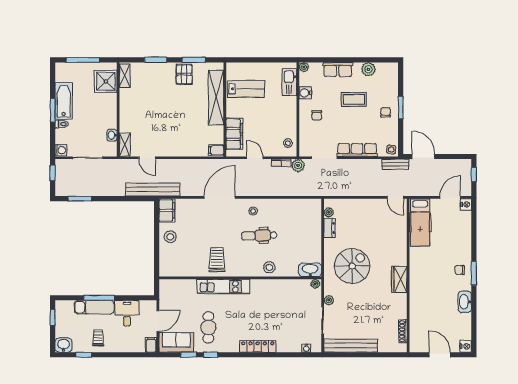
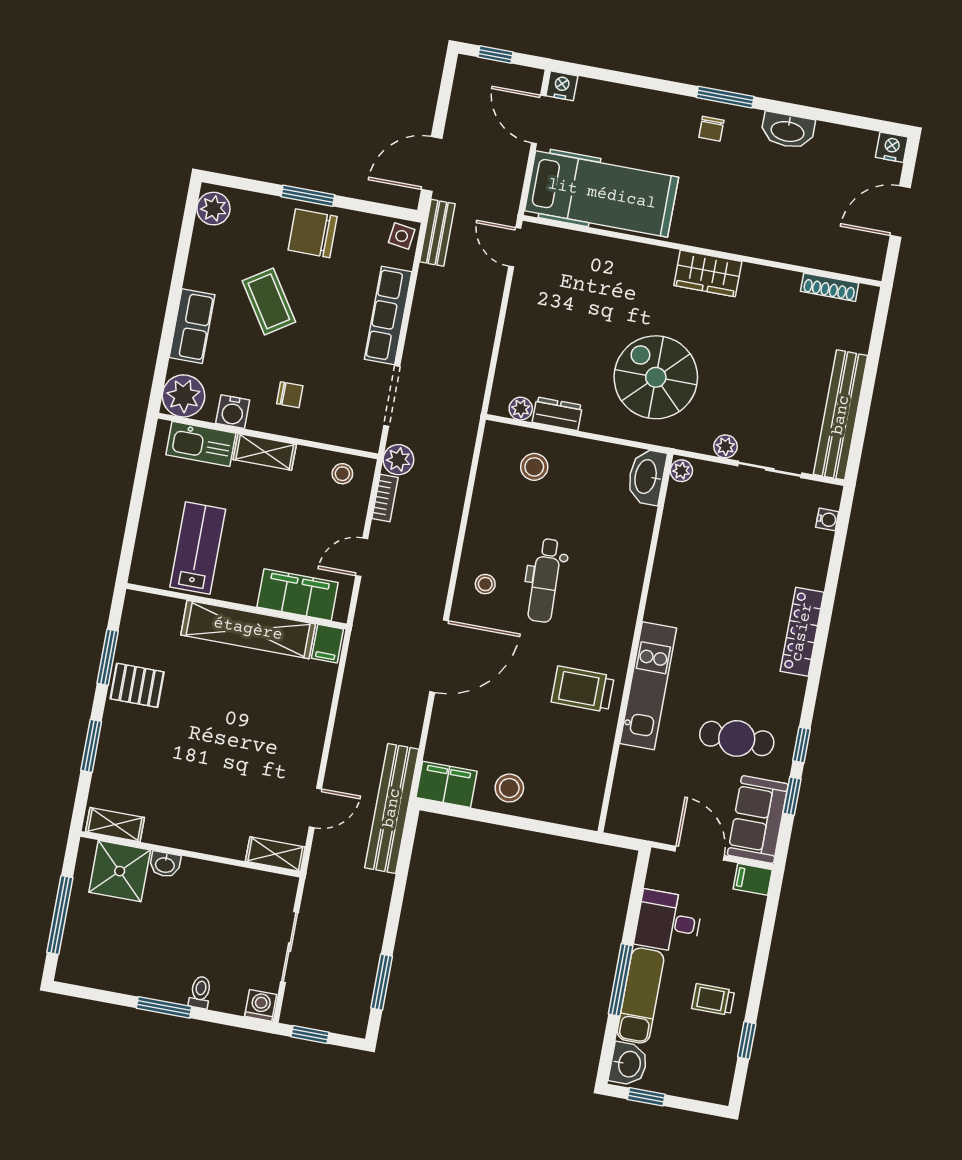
plant: (304, 67) -> (184, 396), width x1.88, depth x1.88
plant: (368, 69) -> (213, 209), moved
shelving: (216, 98) -> (248, 629), moved
coffee table: (354, 99) -> (269, 301), turned -33
bathtub: (64, 101) -> (147, 978), removed
shelving: (291, 109) -> (265, 452), added
chair: (386, 112) -> (313, 233), width x1.87, depth x1.87
washbasin: (112, 135) -> (165, 864), moved
door: (220, 197) -> (439, 656), swing flipped
door: (395, 197) -> (515, 247), swing flipped
hospital bed: (420, 222) -> (602, 194), width x1.37, depth x1.29
stool: (269, 267) -> (534, 467), moved
washbasin: (64, 345) -> (628, 1064), moved, turned 180

